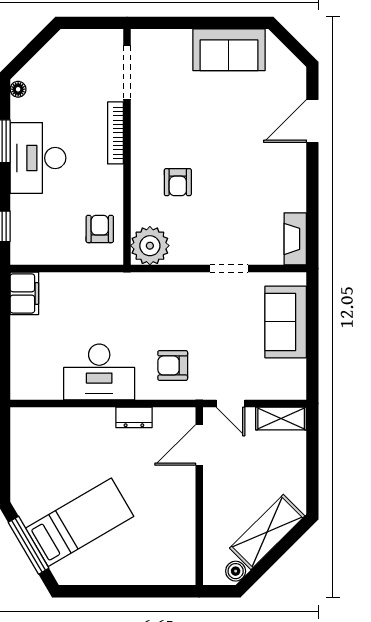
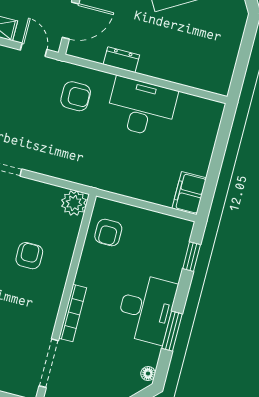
plant: (150, 246) -> (74, 203), width x0.73, depth x0.73

